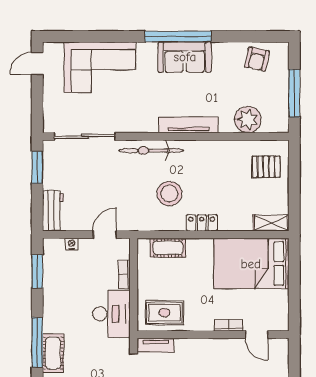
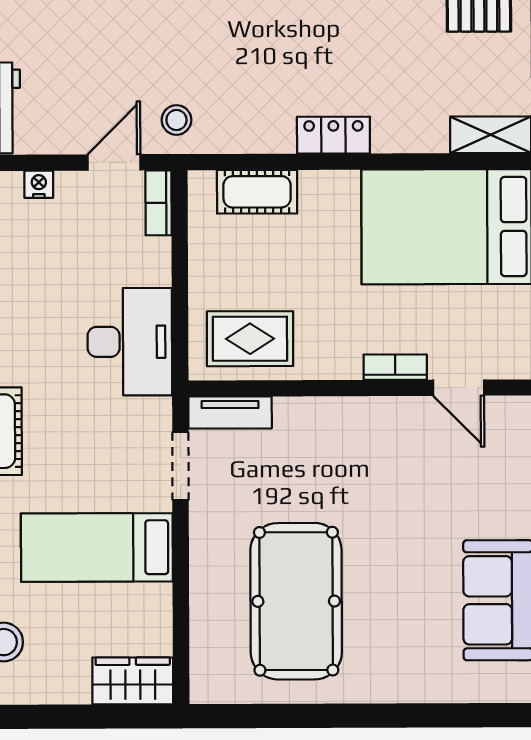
stool: (169, 194) -> (176, 120), moved, width x0.53, depth x0.53
bookcase: (124, 274) -> (158, 203), moved

